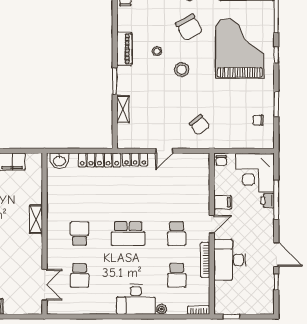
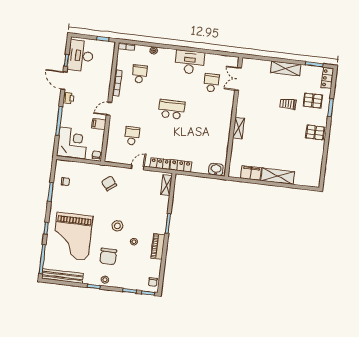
chair: (189, 27) -> (108, 256), turned -151
shelving: (123, 109) -> (166, 185), moved
locker: (99, 160) -> (181, 166), width x0.66
printer: (268, 201) -> (68, 98), moved
school desk: (80, 234) -> (208, 114), removed
school desk: (177, 234) -> (132, 136), moved
desk: (230, 260) -> (81, 56), moved, turned 180
desk: (136, 299) -> (190, 62), moved

